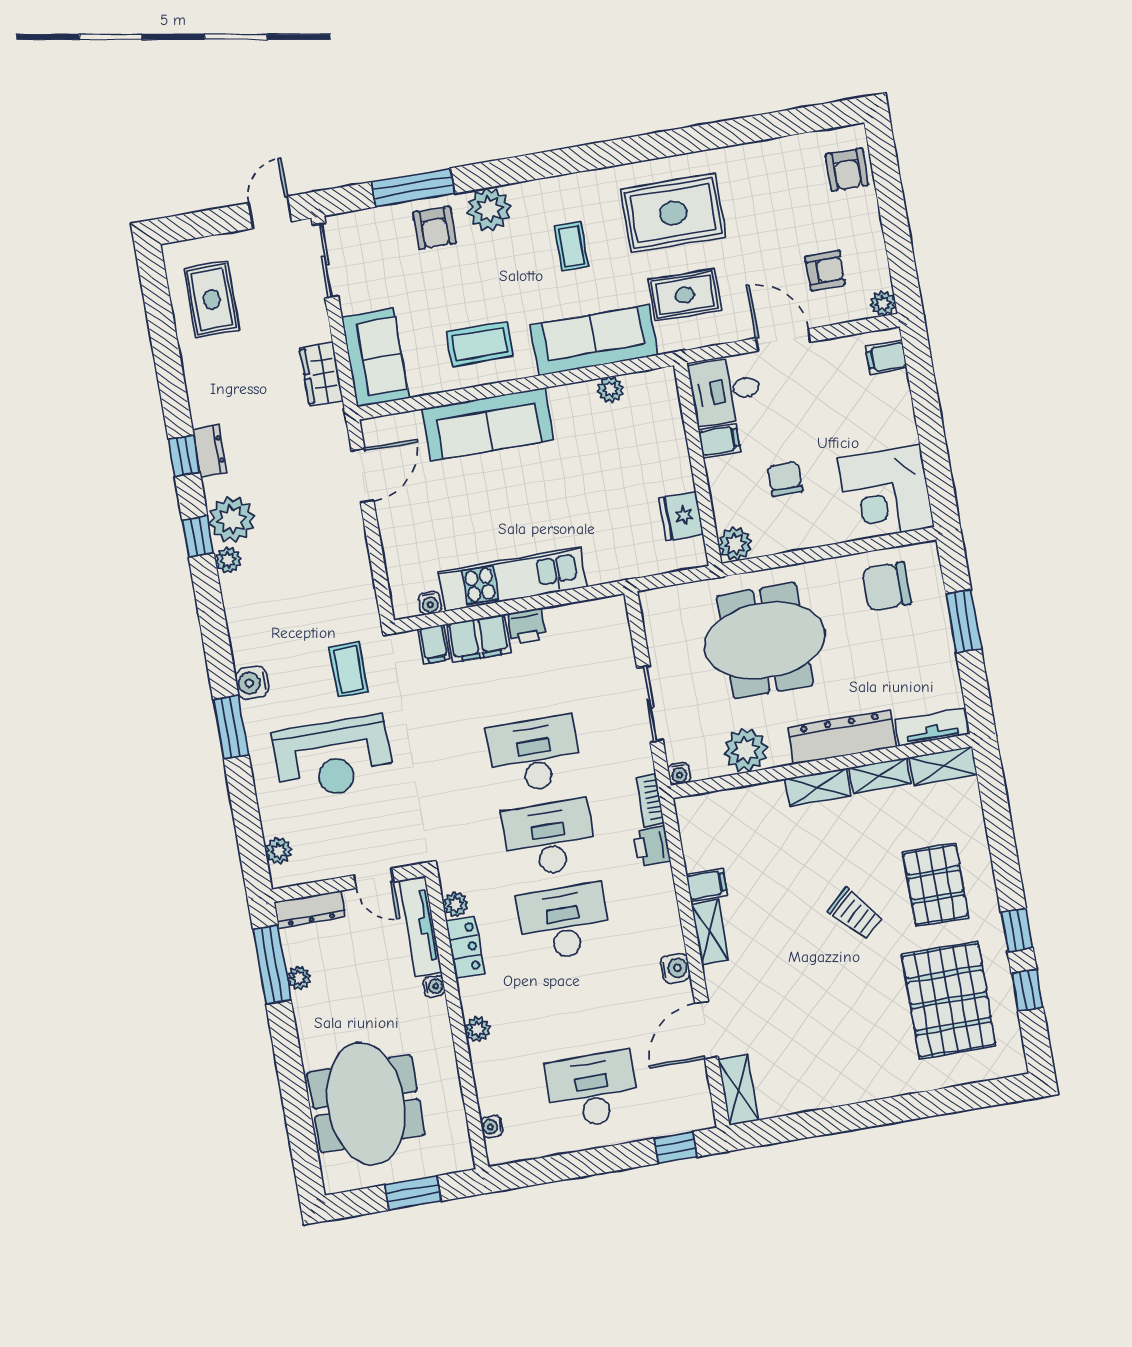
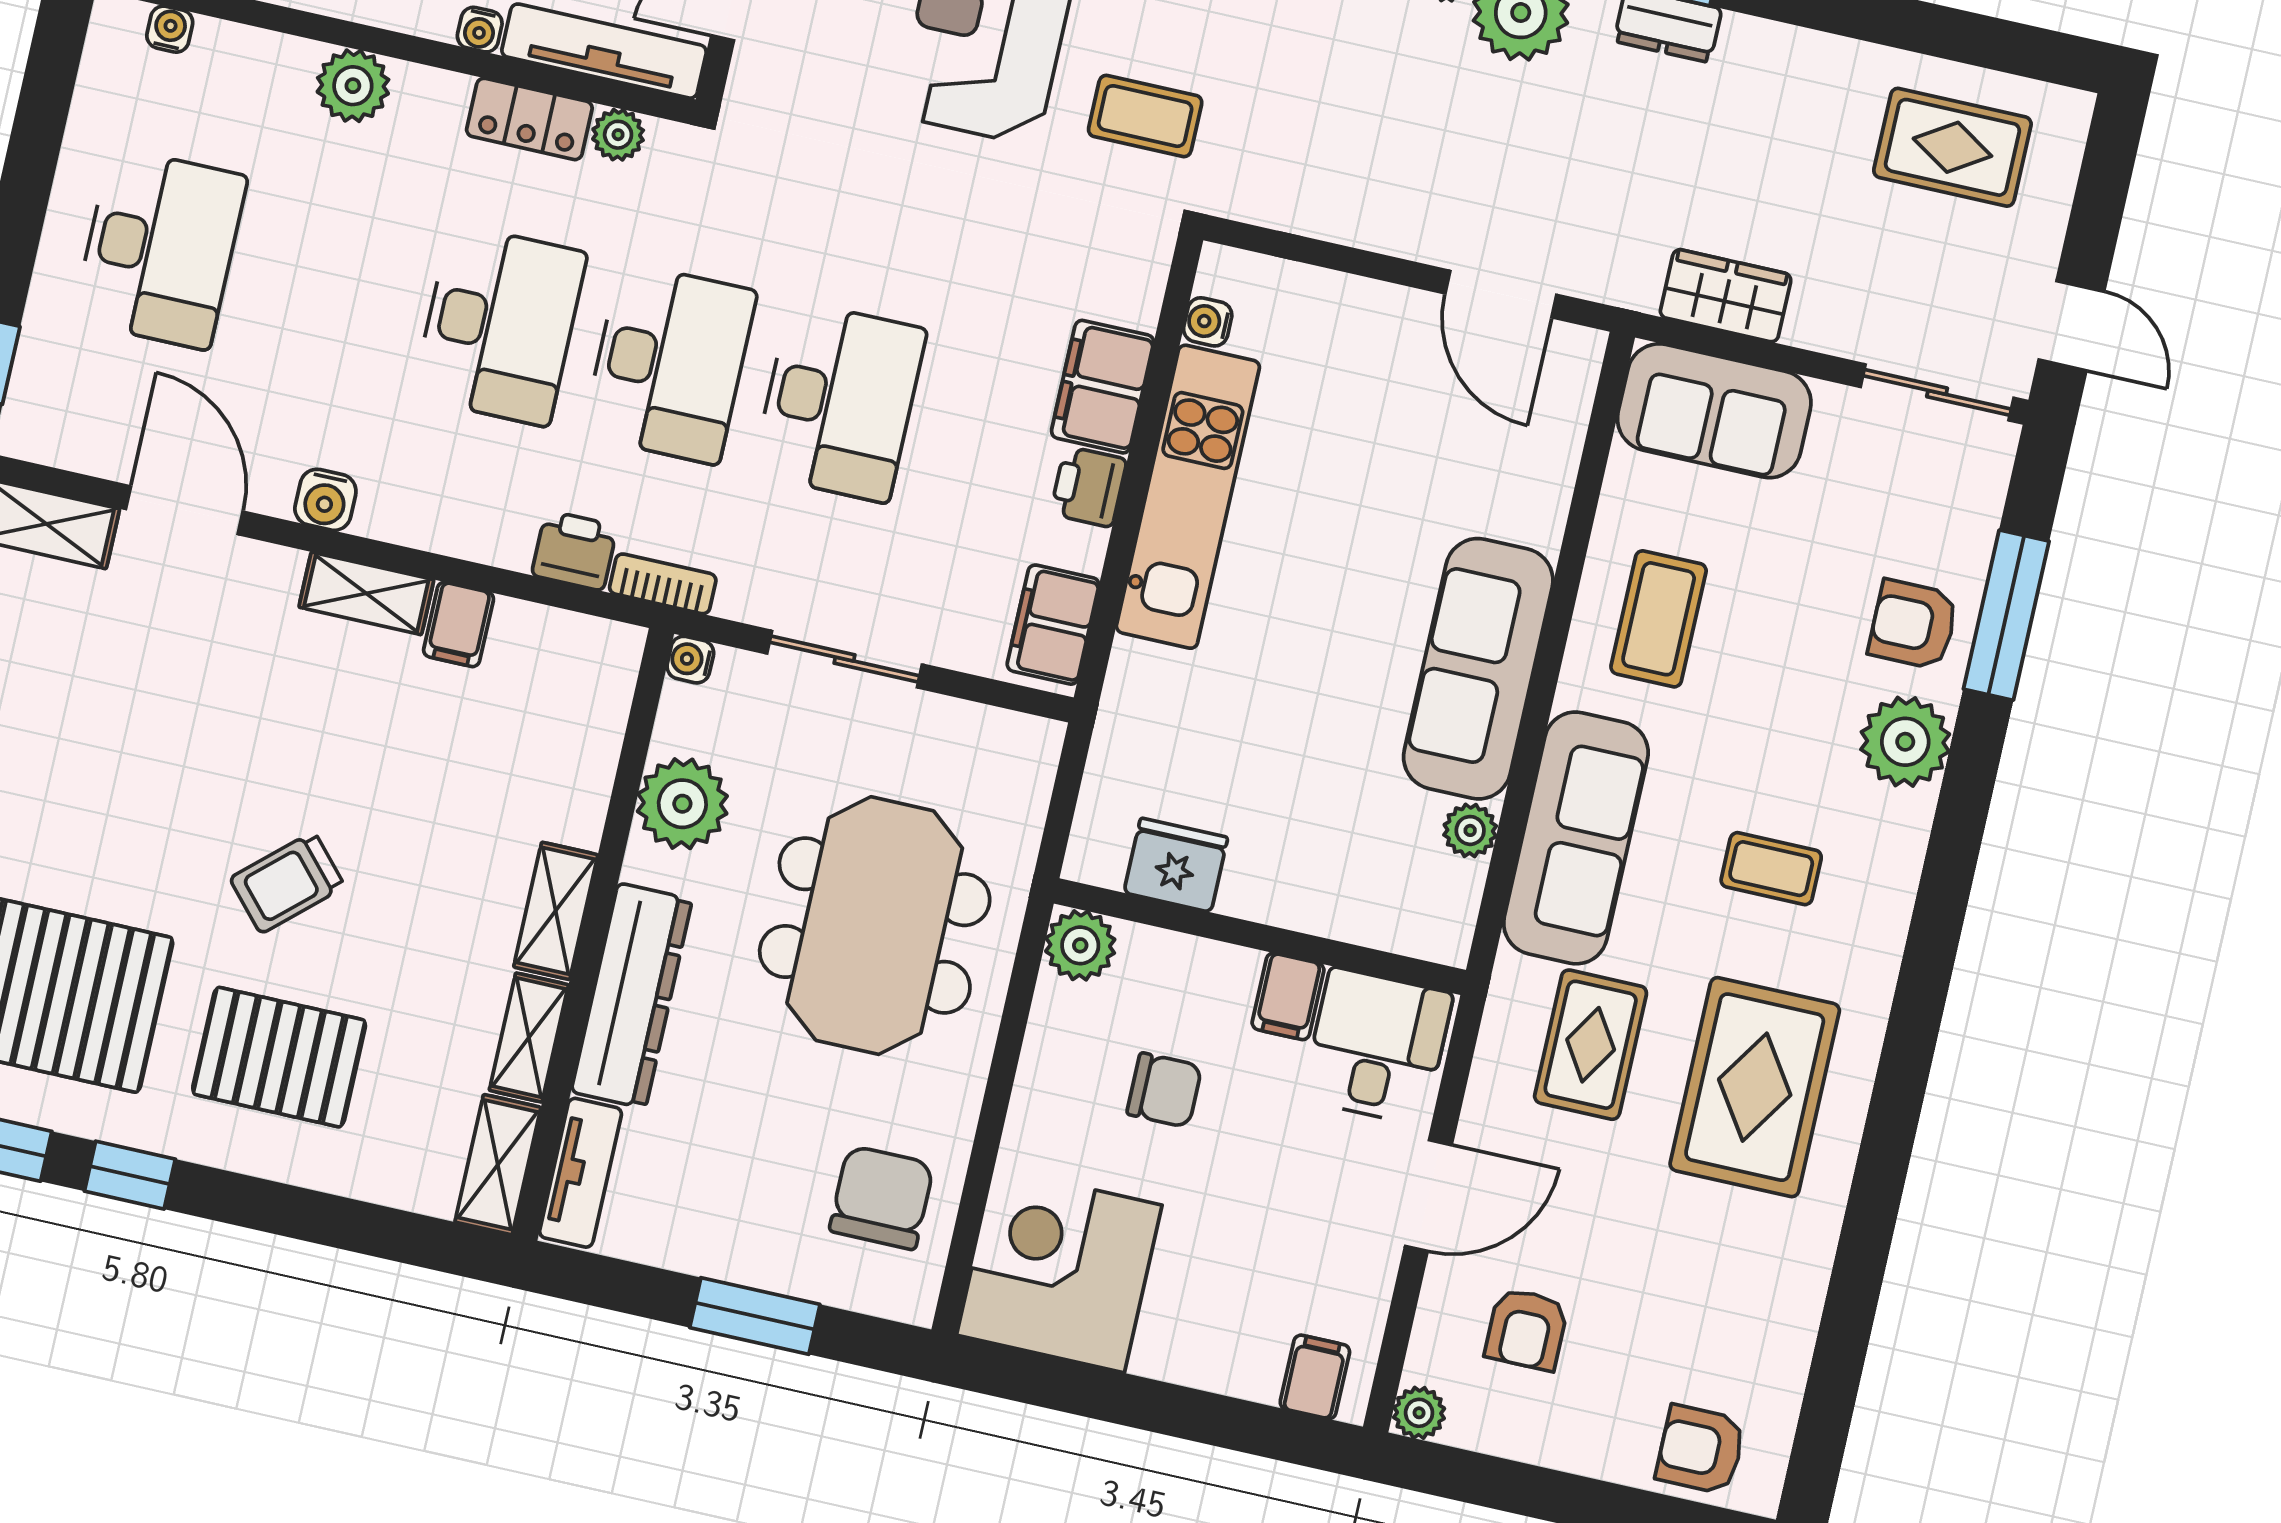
sofa: (488, 424) -> (1478, 669), moved
filing cabinet: (434, 644) -> (1053, 625), moved, width x2.00
plant: (478, 1029) -> (353, 86), width x1.38, depth x1.38

